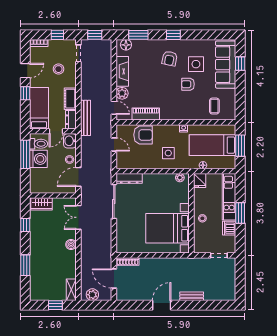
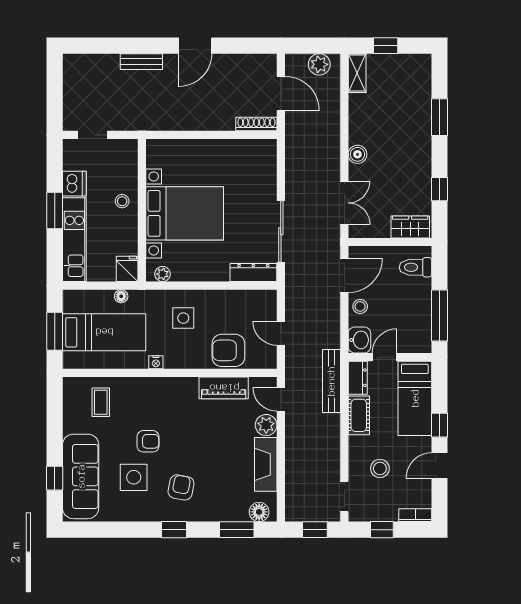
toilet: (39, 144) -> (416, 267), moved
washing machine: (38, 159) -> (416, 308), removed
bed with nightstands: (167, 228) -> (185, 213), moved

